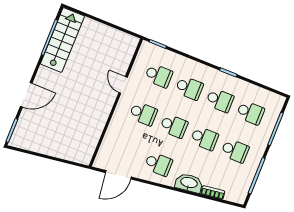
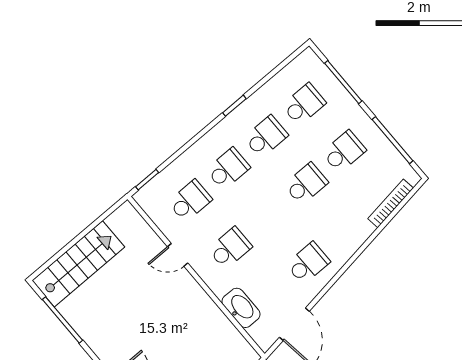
stairs: (62, 40) -> (78, 264), moved, turned 90
school desk: (174, 126) -> (268, 216), removed
washbasin: (189, 183) -> (241, 308), moved, turned 98
bookcase: (213, 192) -> (391, 203), width x1.56

